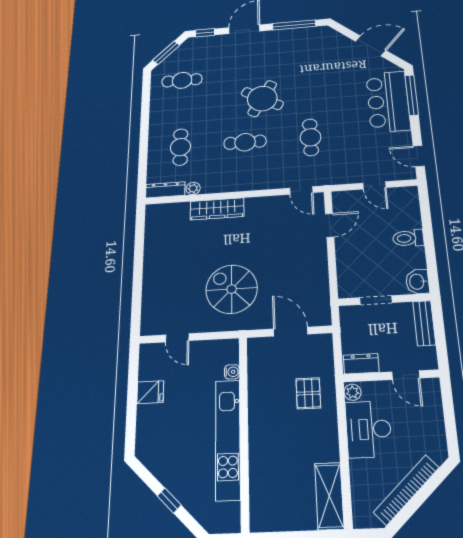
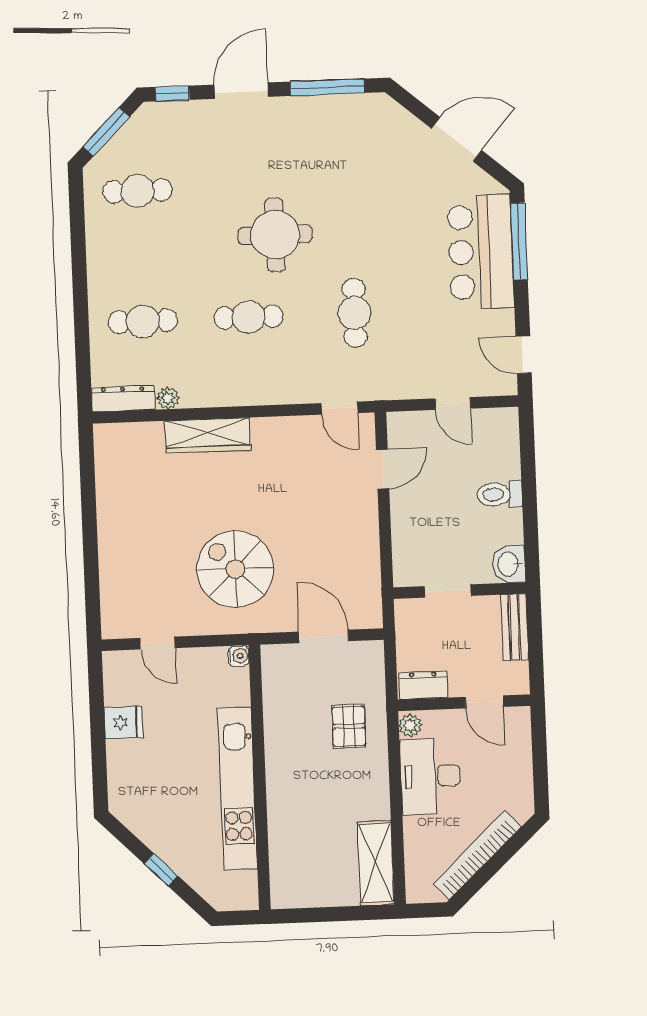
round table: (262, 99) -> (275, 235), turned -30
cafe table: (180, 147) -> (143, 321), turned 90
water cooler: (232, 372) -> (238, 656), moved

